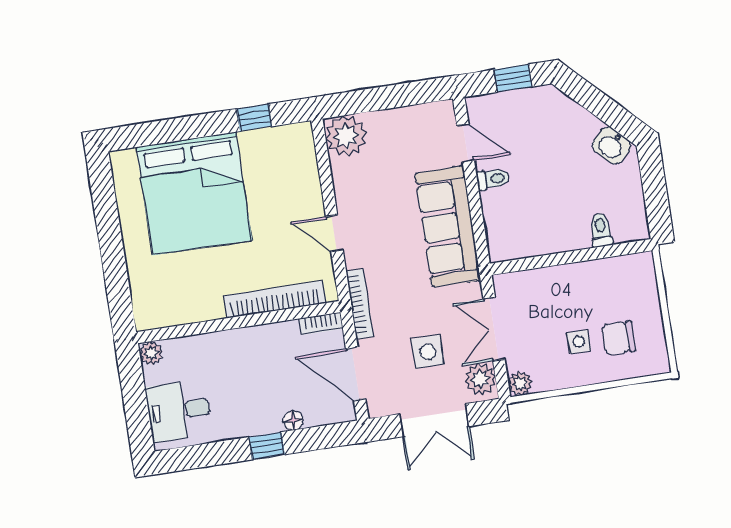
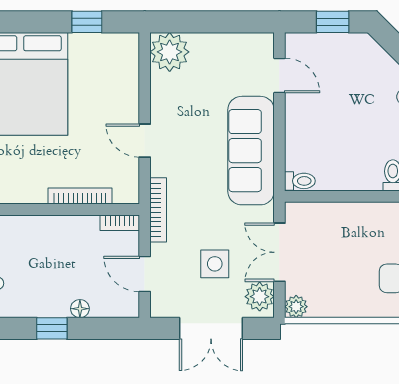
toilet: (493, 179) -> (300, 181), moved
bookcase: (275, 299) -> (80, 196), width x0.68, depth x0.76
side table: (579, 342) -> (356, 276), removed
door: (356, 374) -> (145, 274), width x0.73

